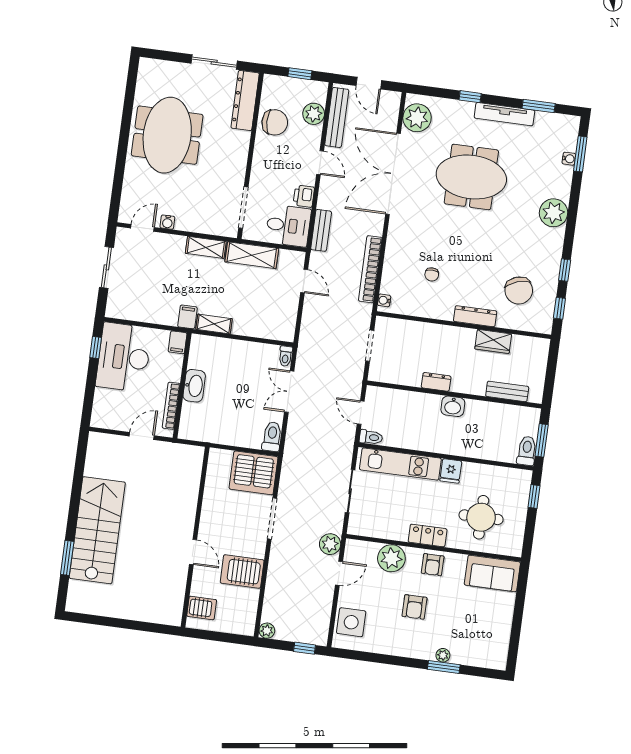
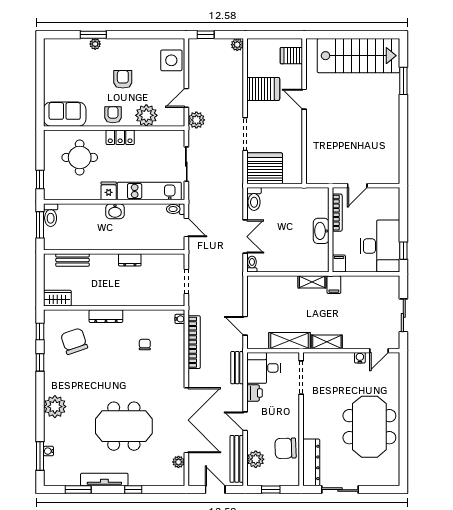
plant: (417, 118) -> (178, 462), width x0.53, depth x0.53
wardrobe: (493, 341) -> (57, 298), moved
washbasin: (453, 406) -> (115, 211), moved, turned 180
stairs: (97, 530) -> (358, 56), moved, turned -90

